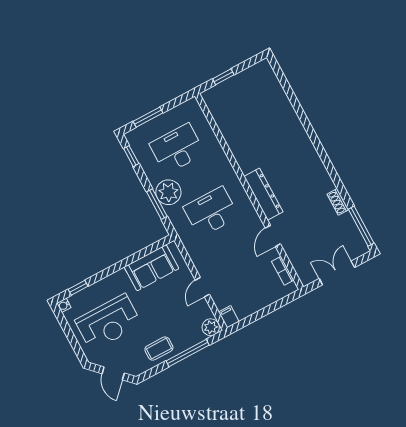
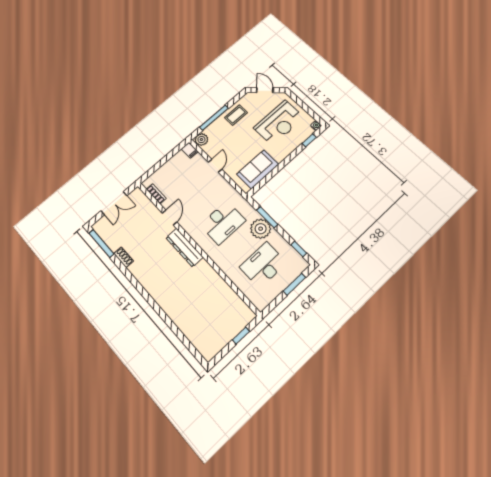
desk: (177, 149) -> (263, 265), turned 180
reception desk: (108, 322) -> (279, 123), turned 180

